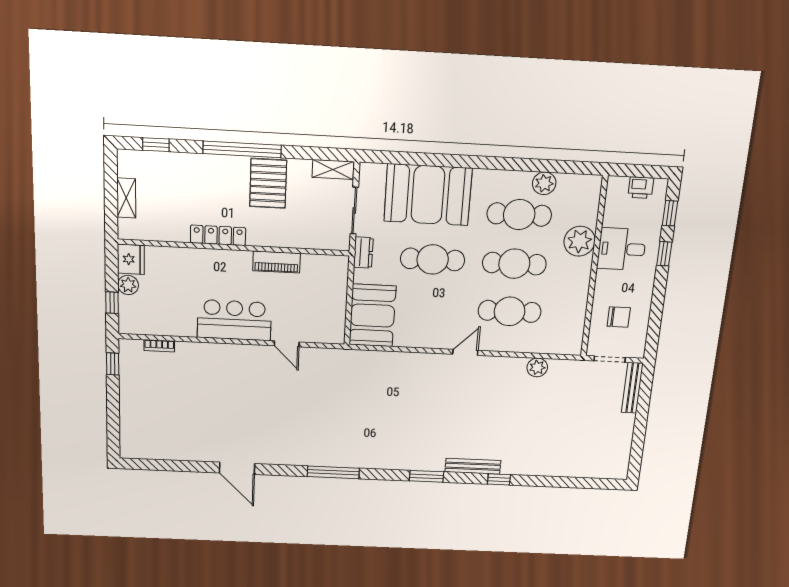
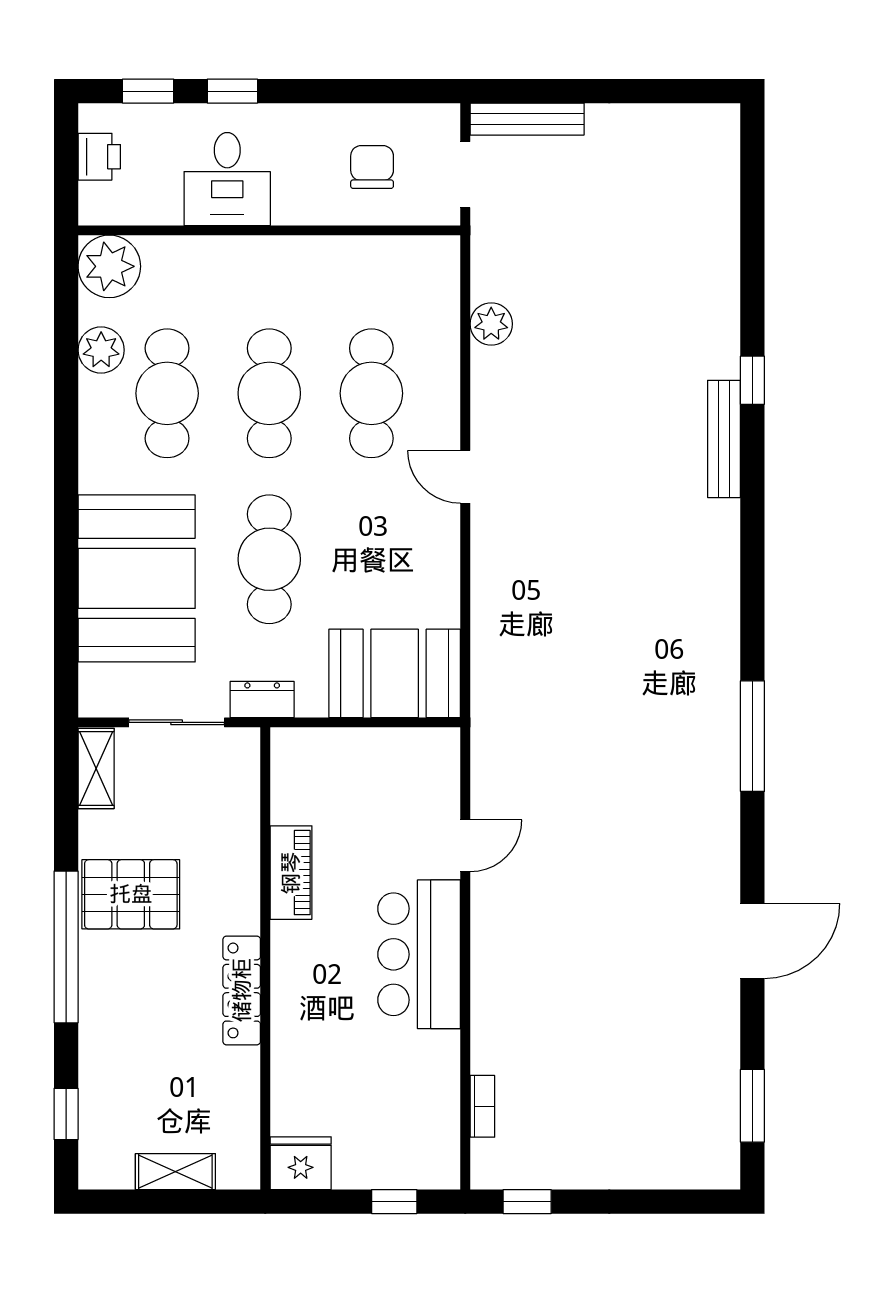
plant: (579, 241) -> (109, 266), moved
plant: (128, 285) -> (355, 1169), removed
window: (427, 476) -> (752, 1106), moved

